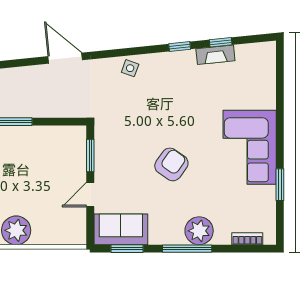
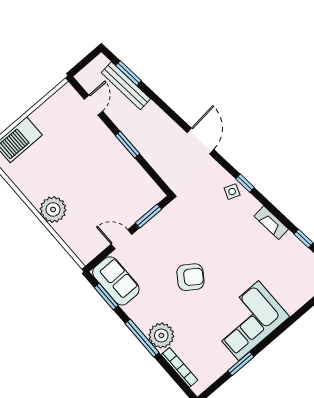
window: (180, 46) -> (245, 183), moved
fireplace: (215, 55) -> (271, 223), moved
bookcase: (247, 239) -> (179, 367), width x1.56

